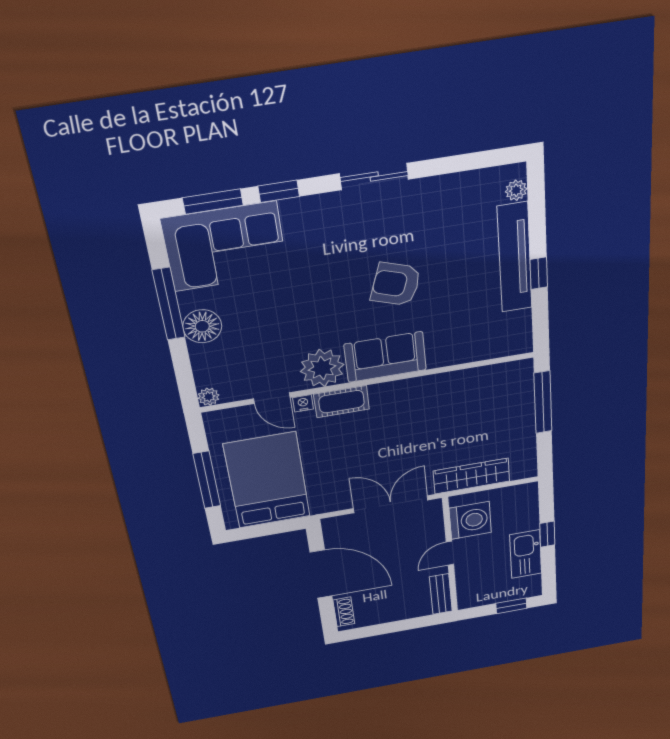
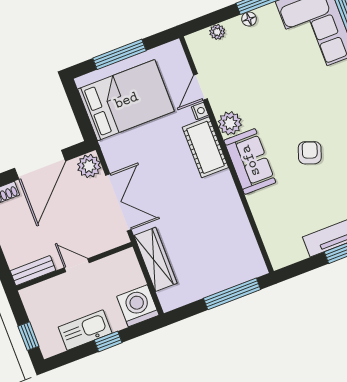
armchair: (396, 284) -> (310, 153), width x0.72, depth x0.72
floor lamp: (202, 326) -> (249, 19), width x0.53, depth x0.53
plant: (322, 368) -> (230, 123), width x0.73, depth x0.73
plant: (209, 397) -> (217, 32), moved
cot: (342, 402) -> (205, 147), width x1.37, depth x1.34
washing machine: (470, 520) -> (138, 306), moved, turned 180
plant: (338, 528) -> (89, 166), added

